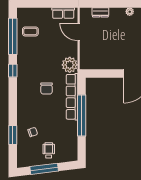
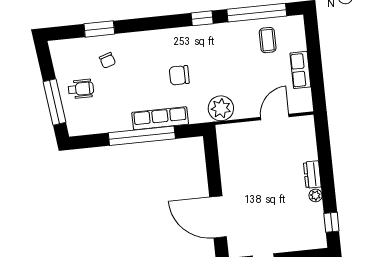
dresser: (100, 12) -> (312, 175), moved
row of seats: (63, 13) -> (300, 70), moved
row of seats: (72, 97) -> (160, 118), width x0.73
window: (44, 169) -> (54, 102), moved

